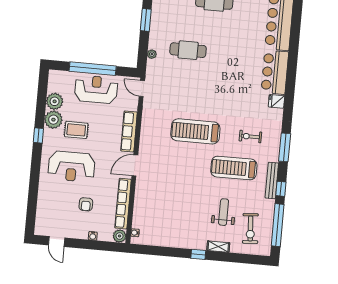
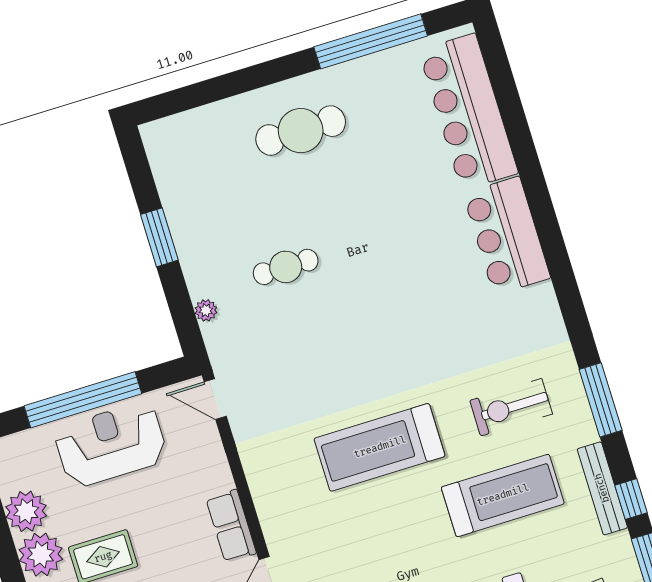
cafe table: (188, 50) -> (286, 267), width x0.73, depth x0.74
fridge: (277, 101) -> (538, 301), removed
row of seats: (129, 131) -> (231, 526), width x0.68
exercise bike: (250, 137) -> (511, 407), width x1.38, depth x1.39
treadmill: (234, 168) -> (503, 495), turned 180

